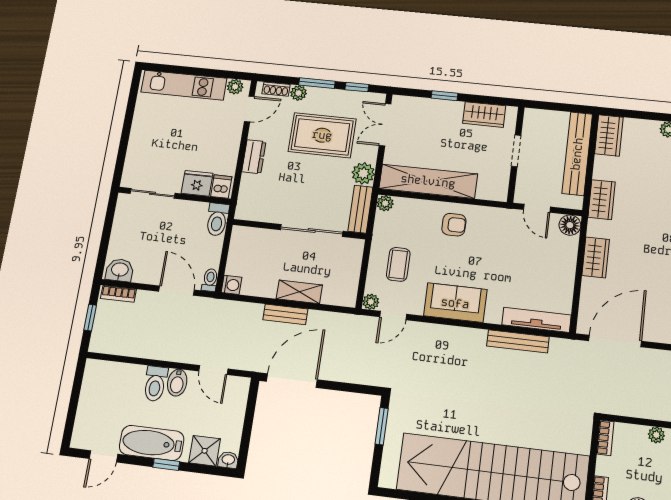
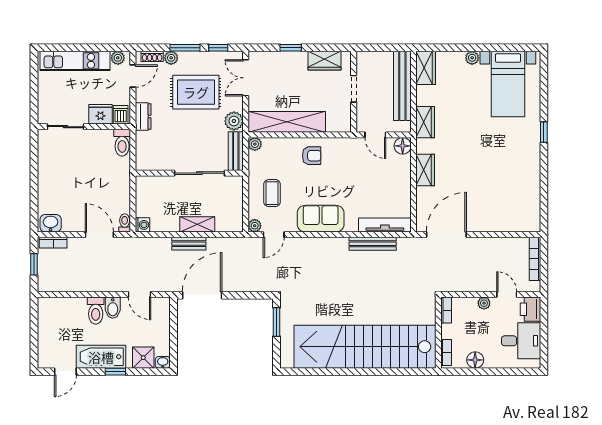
fridge: (197, 183) -> (100, 114), moved
dishwasher: (221, 187) -> (121, 115), moved
sliding door: (152, 193) -> (65, 127), moved
wall: (174, 196) -> (84, 127), moved
toilet: (217, 219) -> (122, 143), moved

